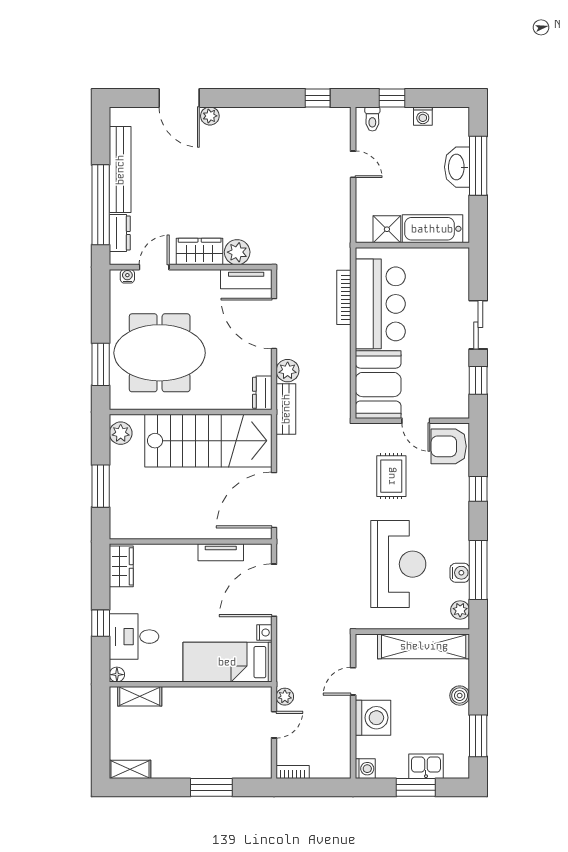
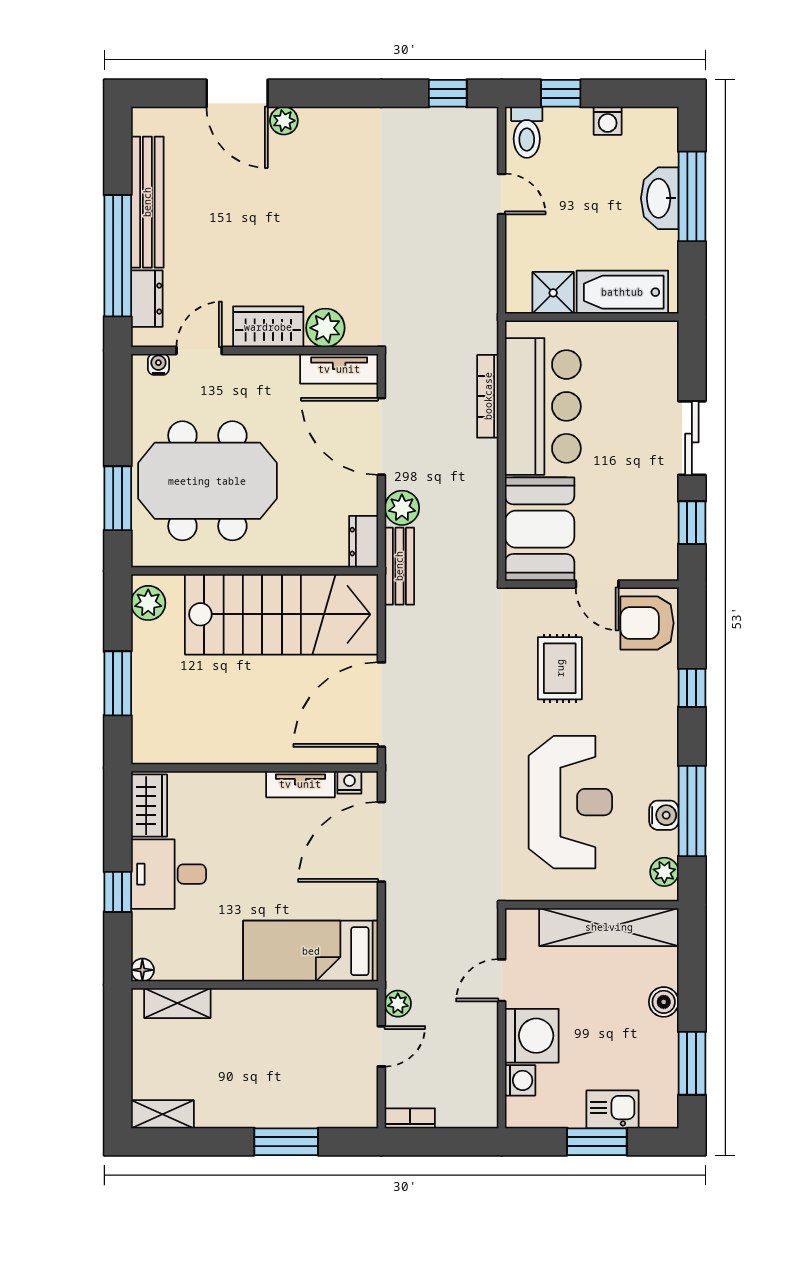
toilet: (372, 119) -> (527, 132), width x1.37, depth x1.39
nightstand: (264, 632) -> (349, 782), moved, turned -90
desk: (134, 637) -> (169, 874), moved
washing machine: (365, 769) -> (520, 1080), moved

